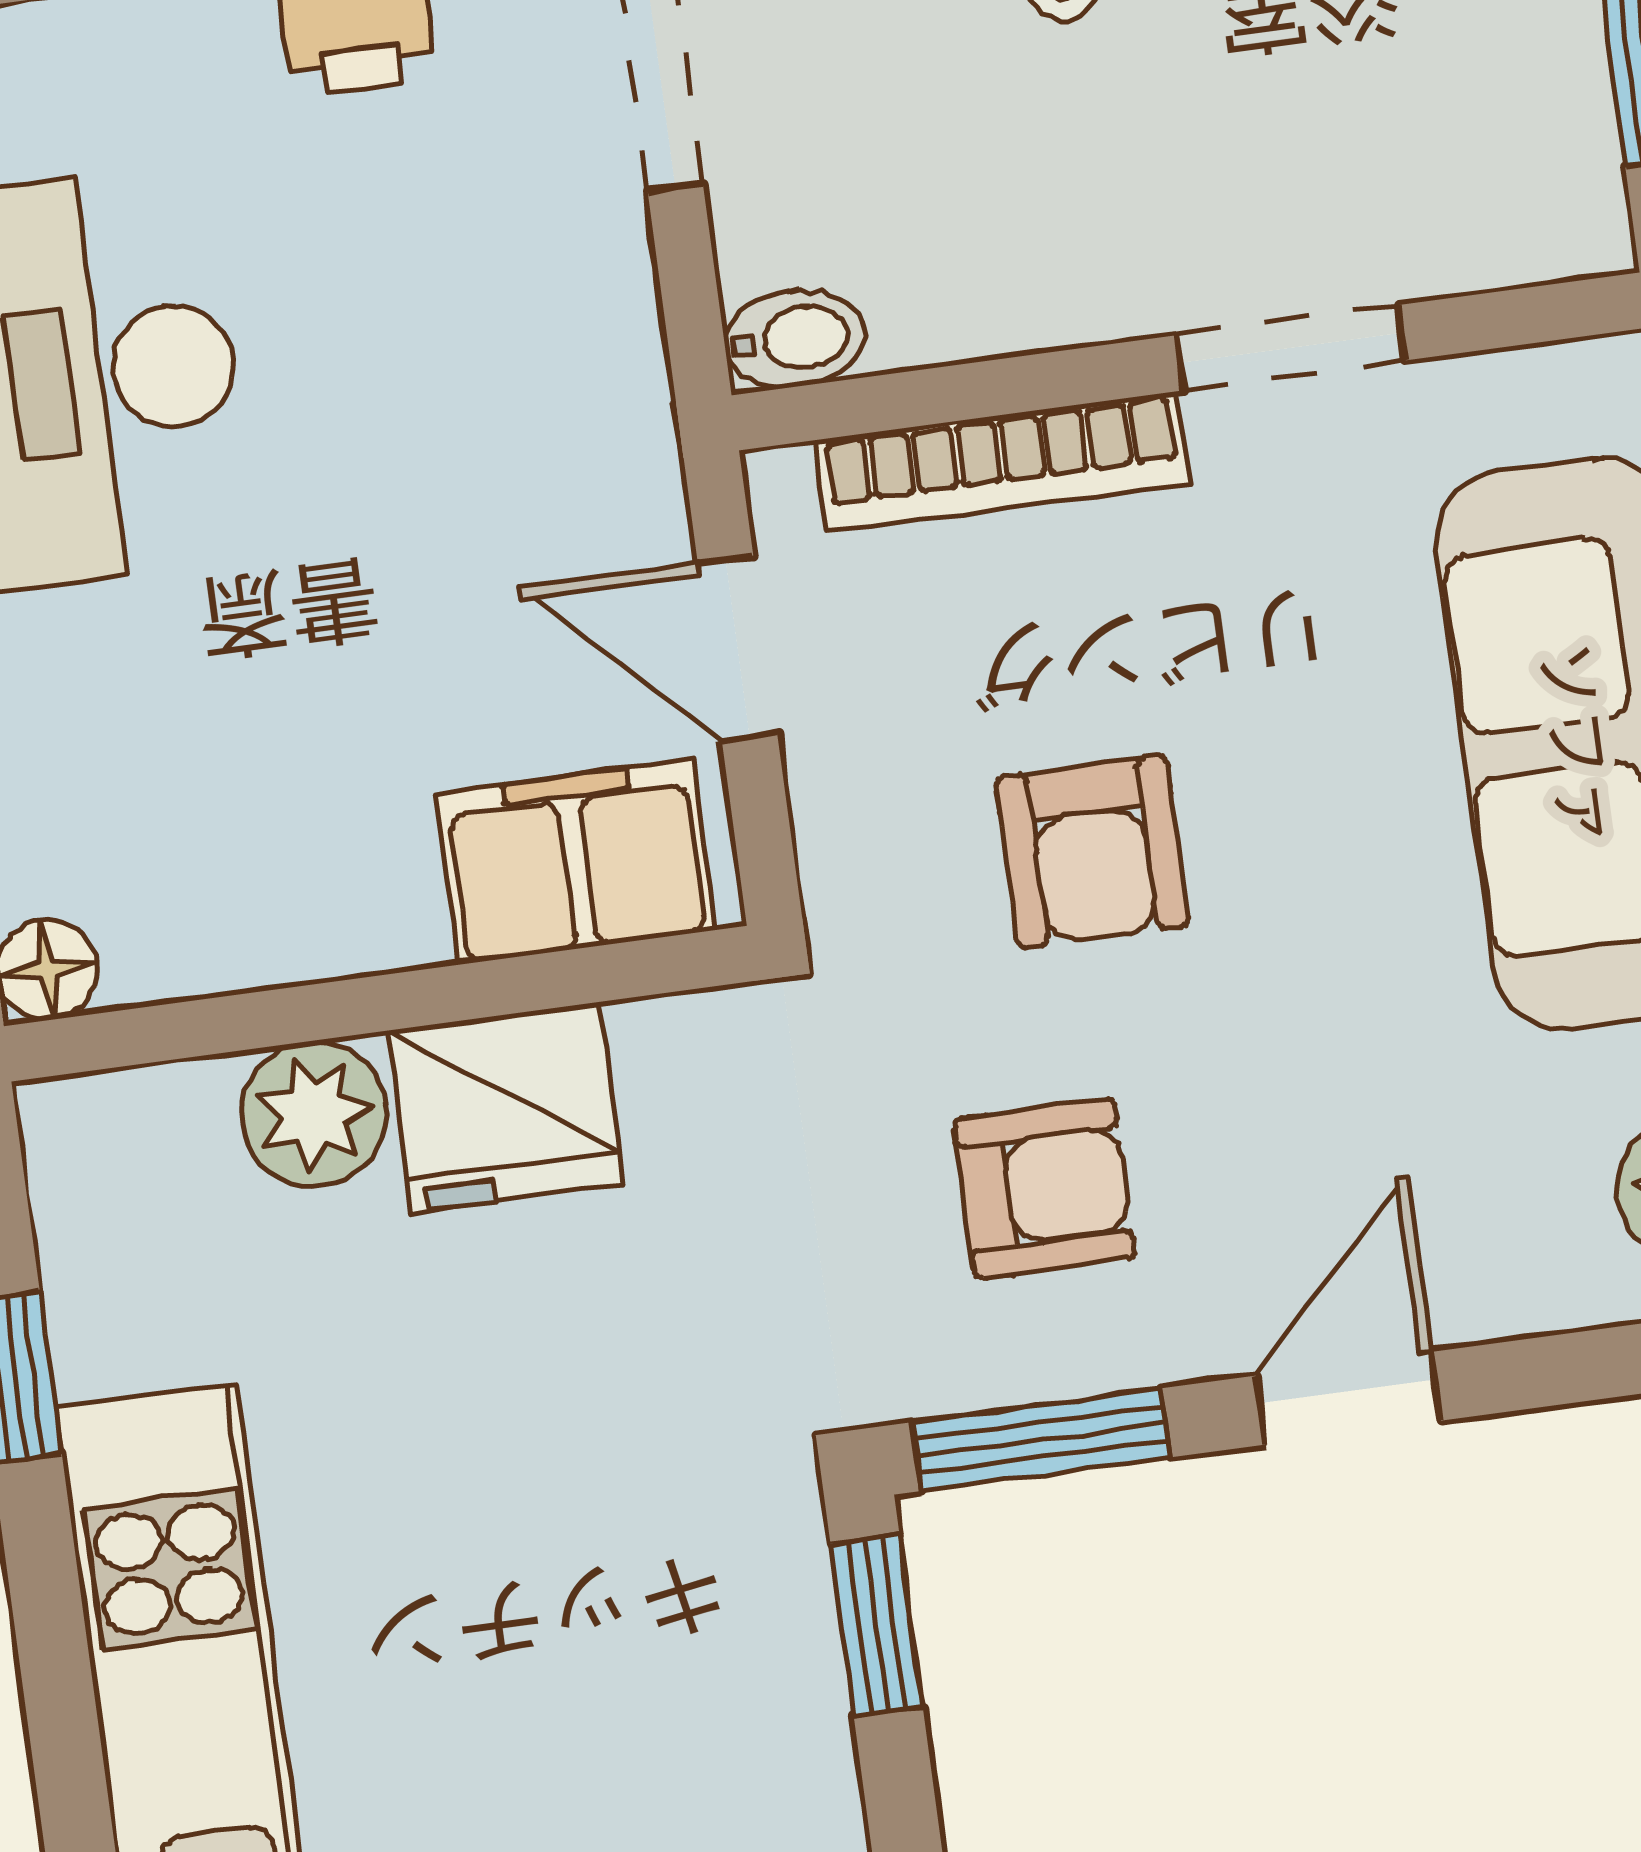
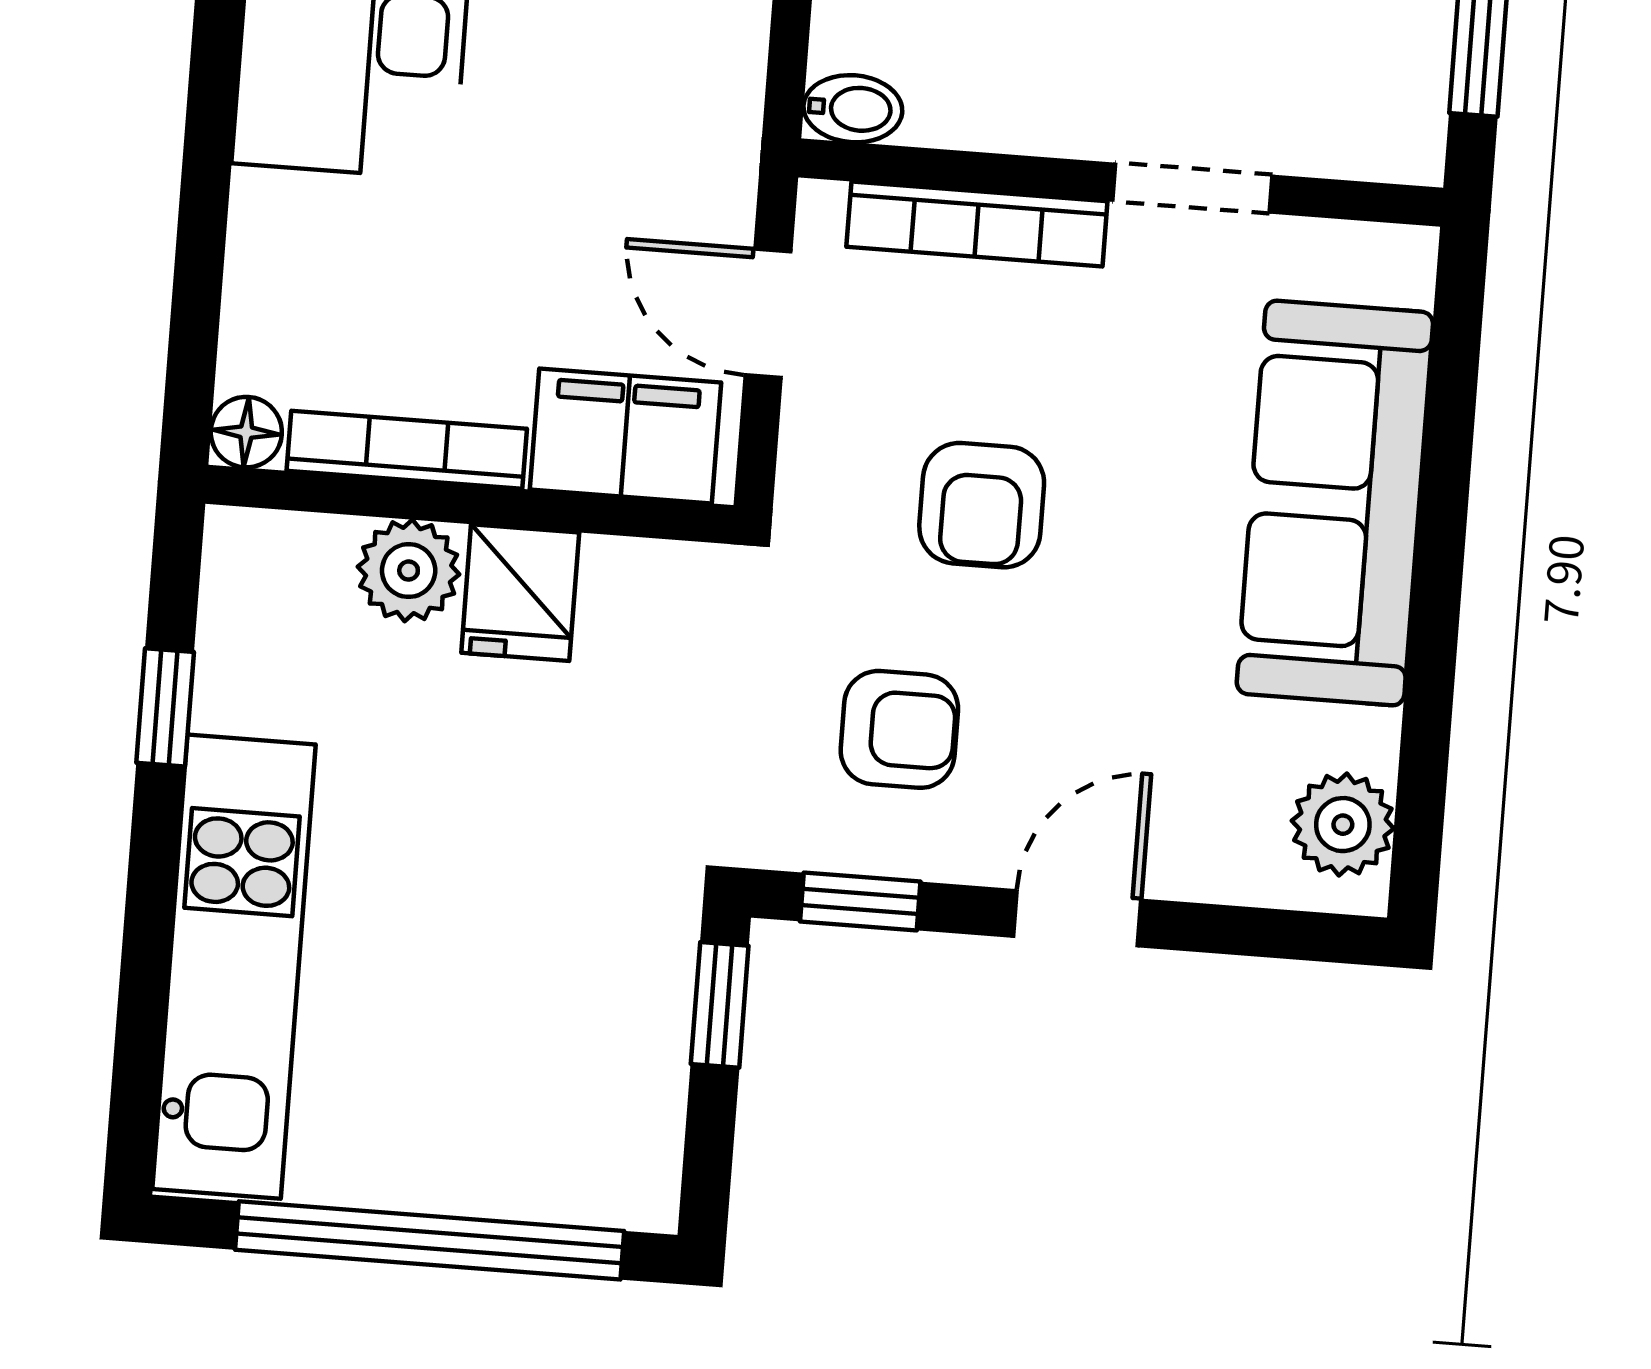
bookcase: (276, 946) -> (407, 450), added
fridge: (505, 1107) -> (520, 593), width x0.72
window: (1041, 1440) -> (860, 902), width x0.67

